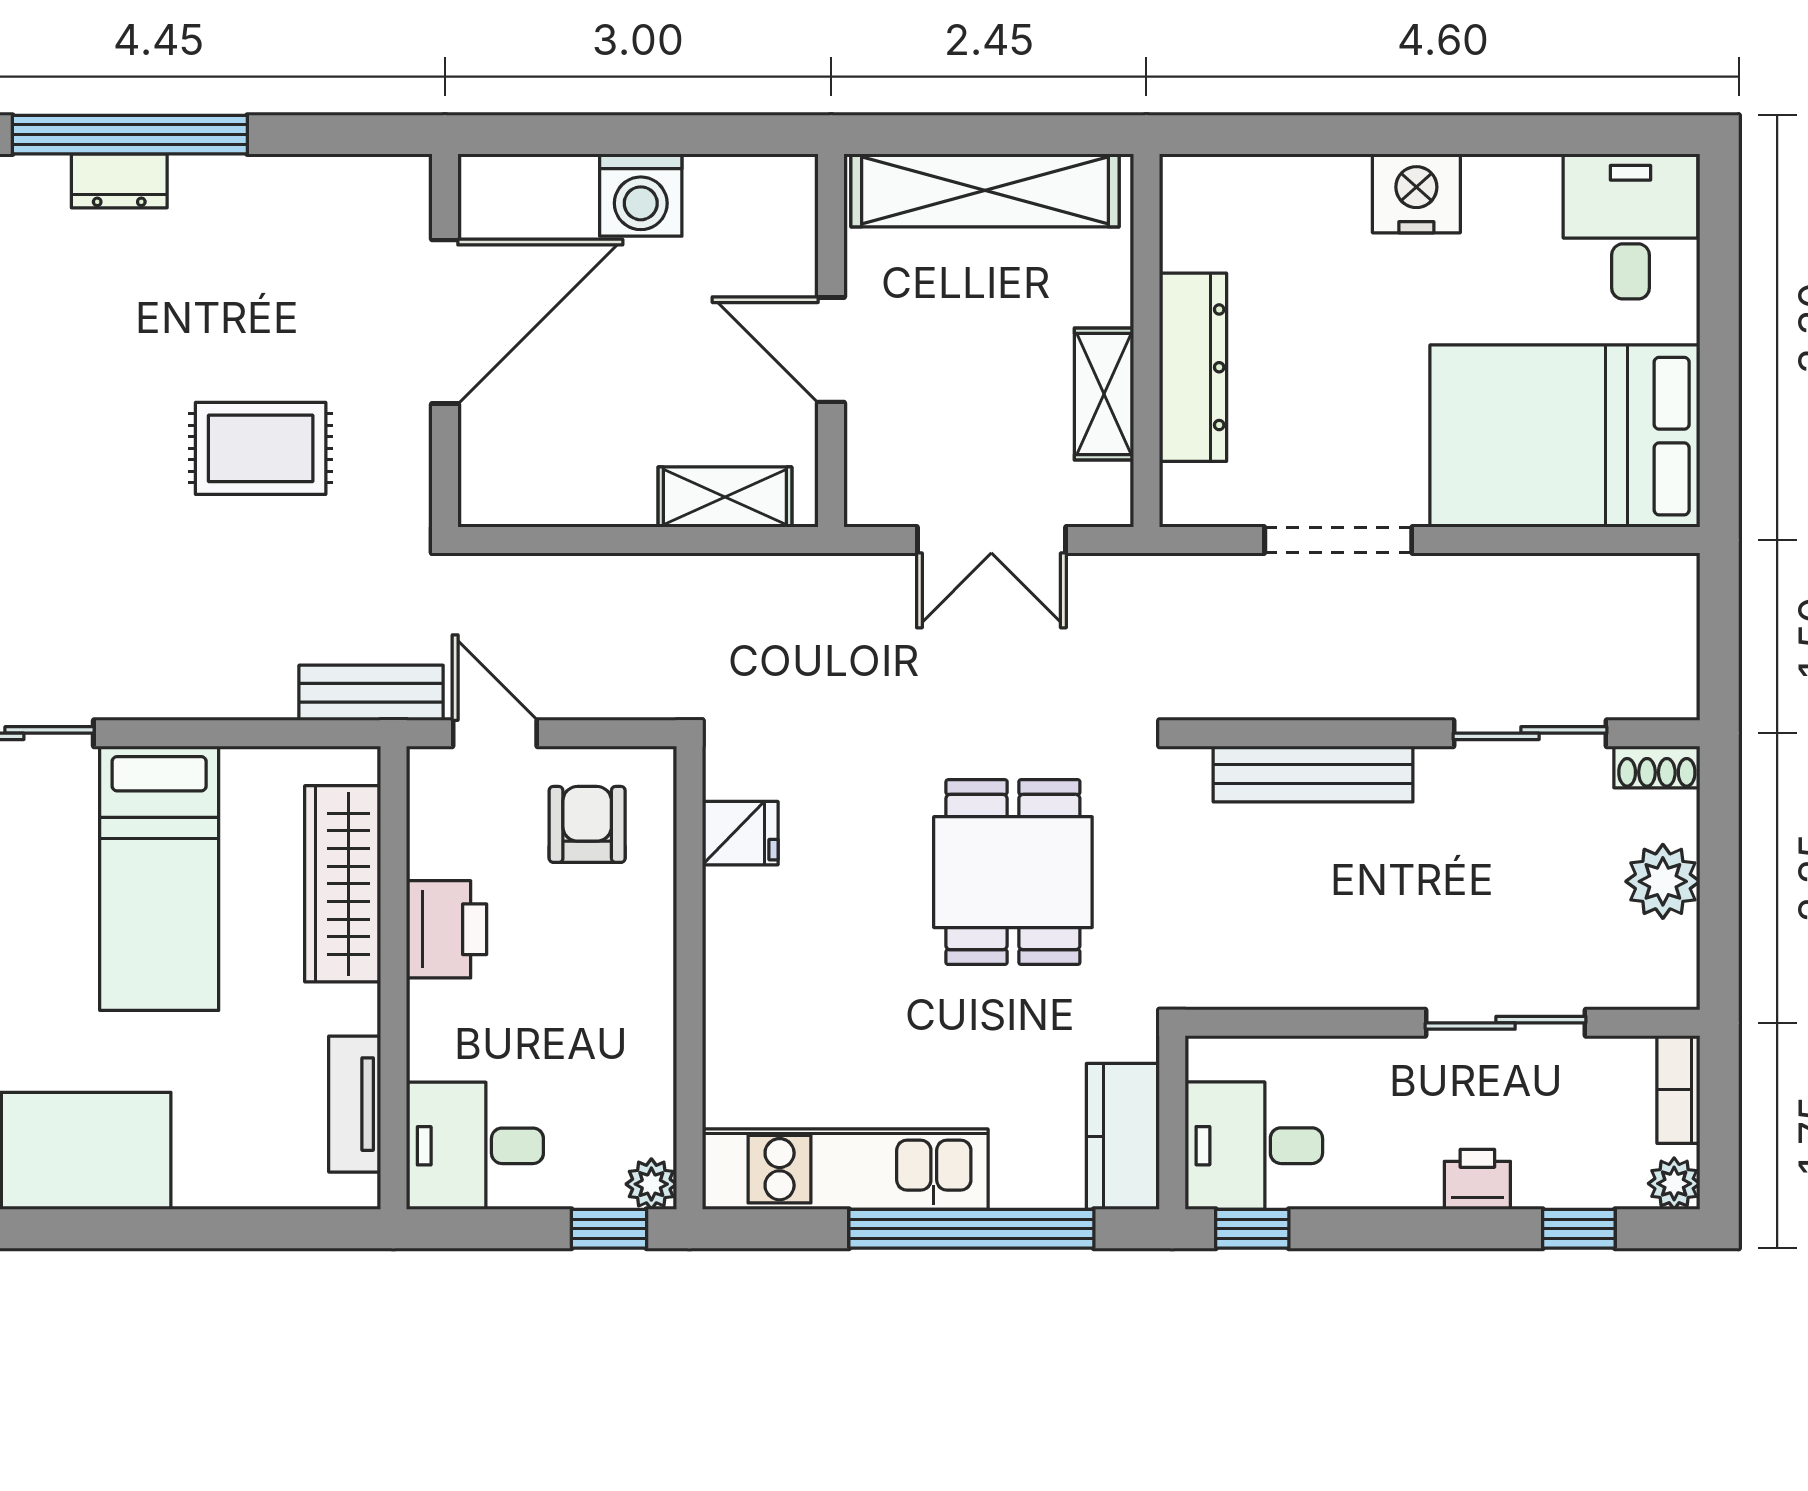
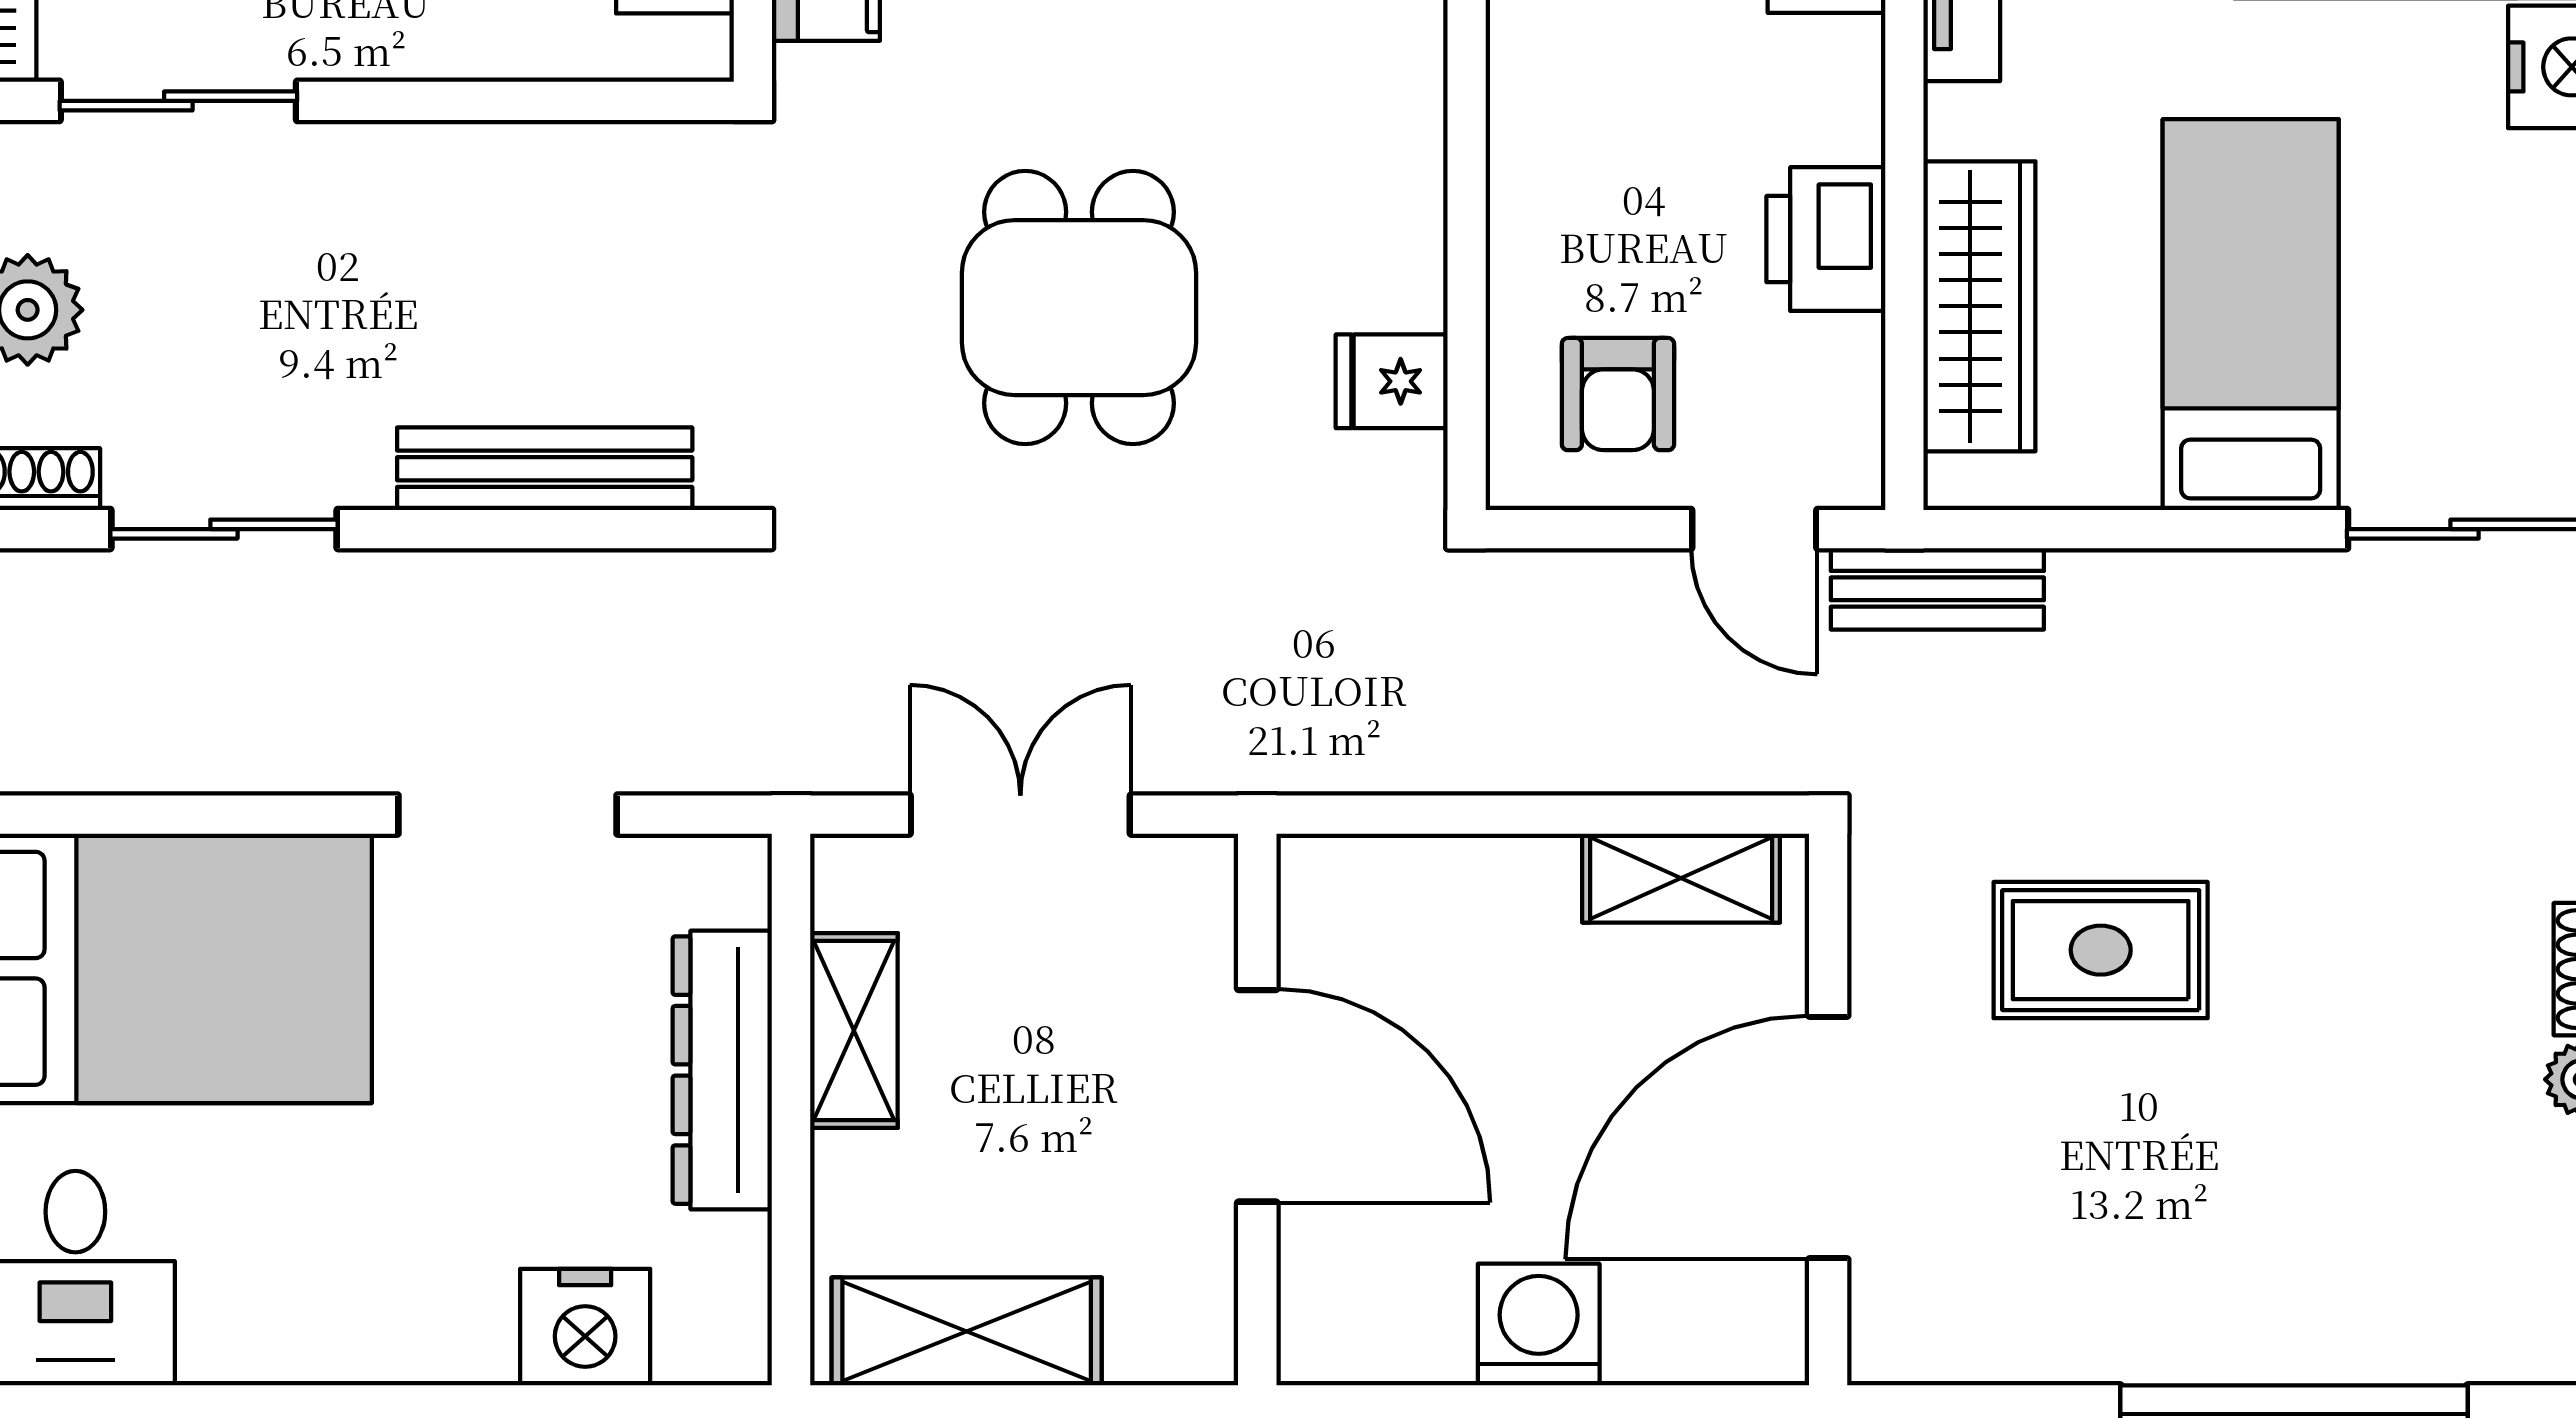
dresser: (119, 181) -> (2310, 1346), removed
shelving: (985, 190) -> (967, 1331), width x0.68
nightstand: (1416, 193) -> (585, 1327), moved
door: (831, 350) -> (1257, 1096), width x1.36
shelving: (725, 497) -> (1681, 878), moved
dining table: (1013, 872) -> (1079, 308), moved
sliding door: (1506, 1023) -> (178, 101), moved

